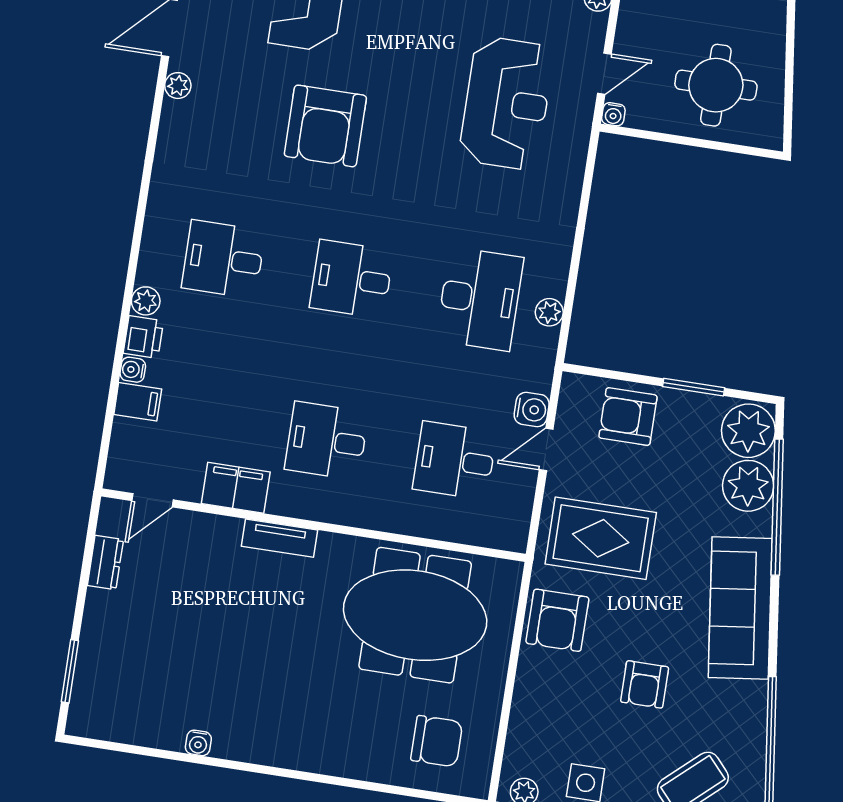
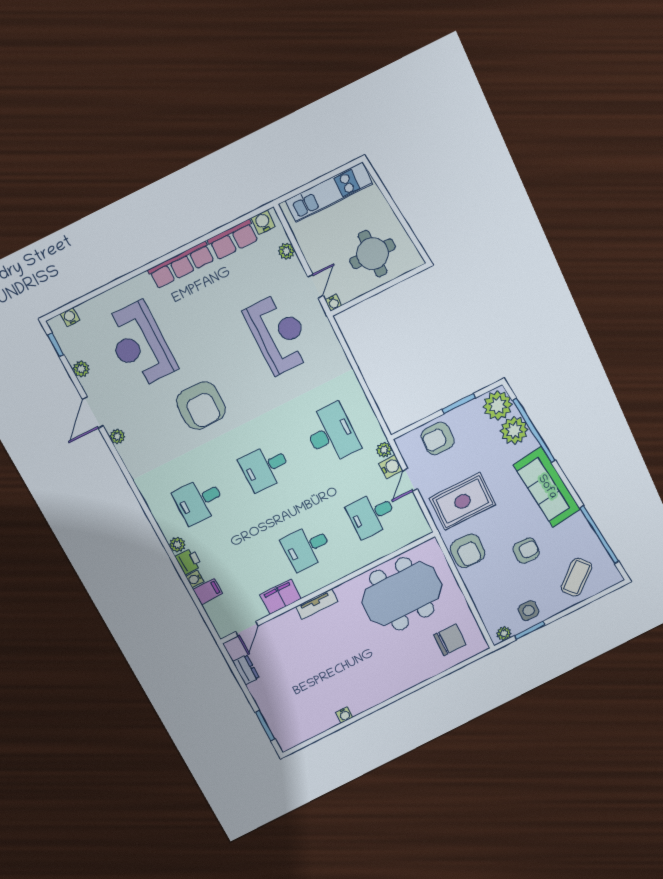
plant: (549, 312) -> (384, 450), moved
armchair: (645, 684) -> (526, 551), turned -90

